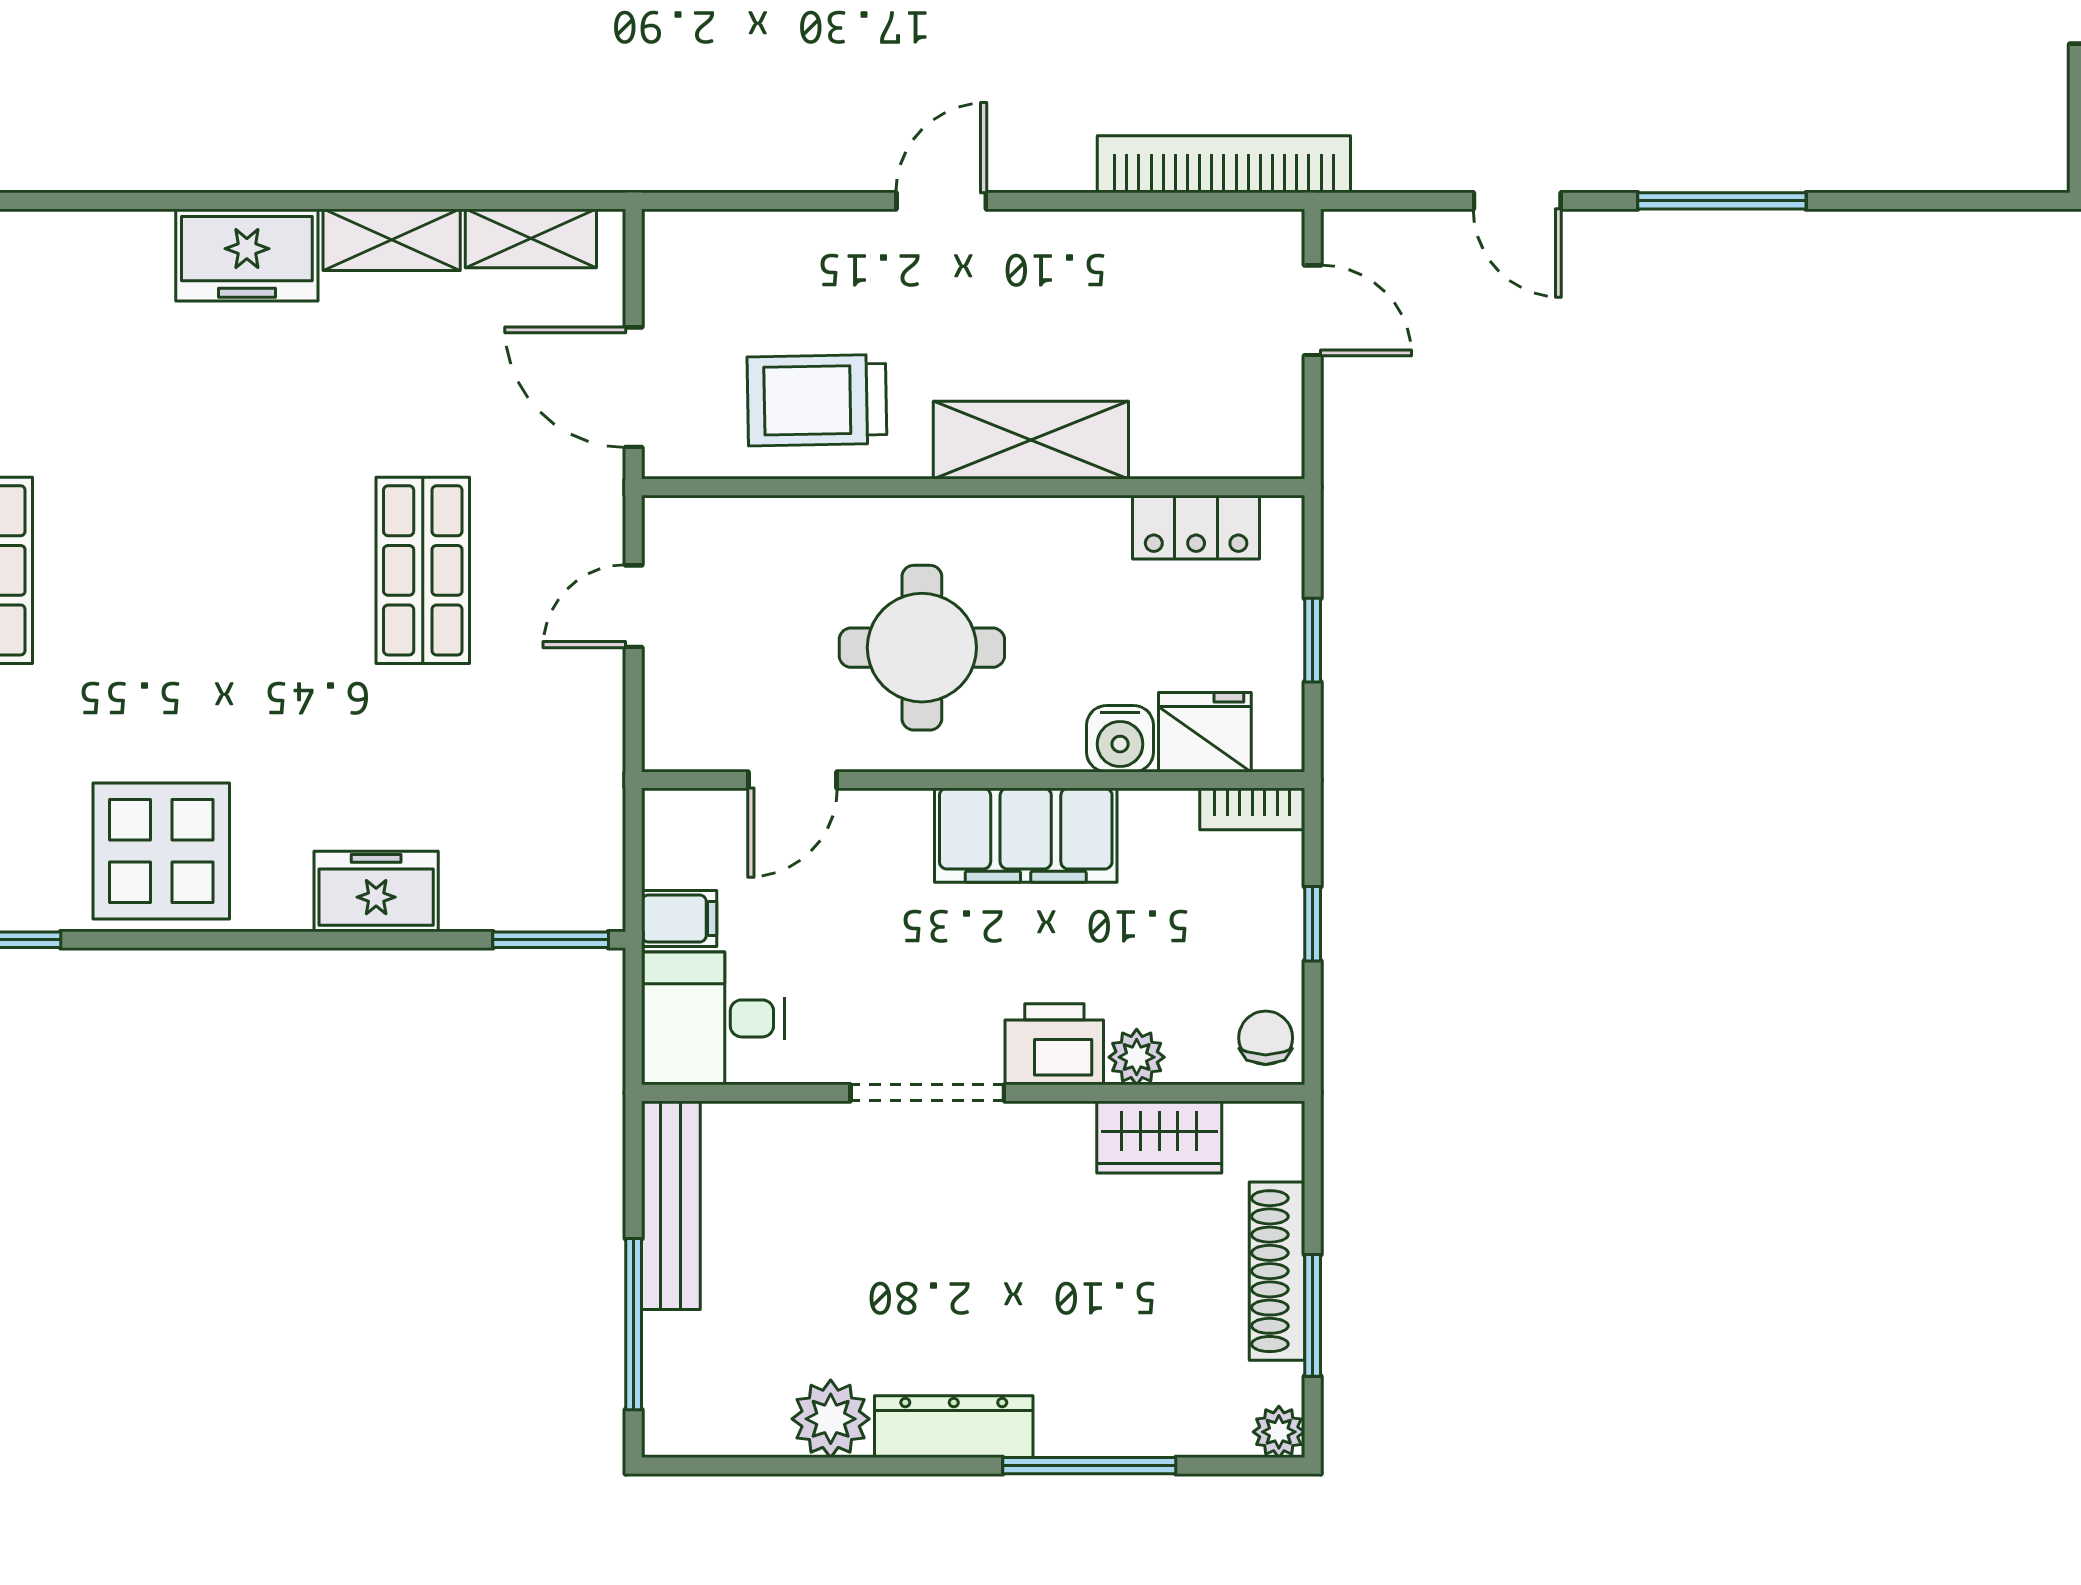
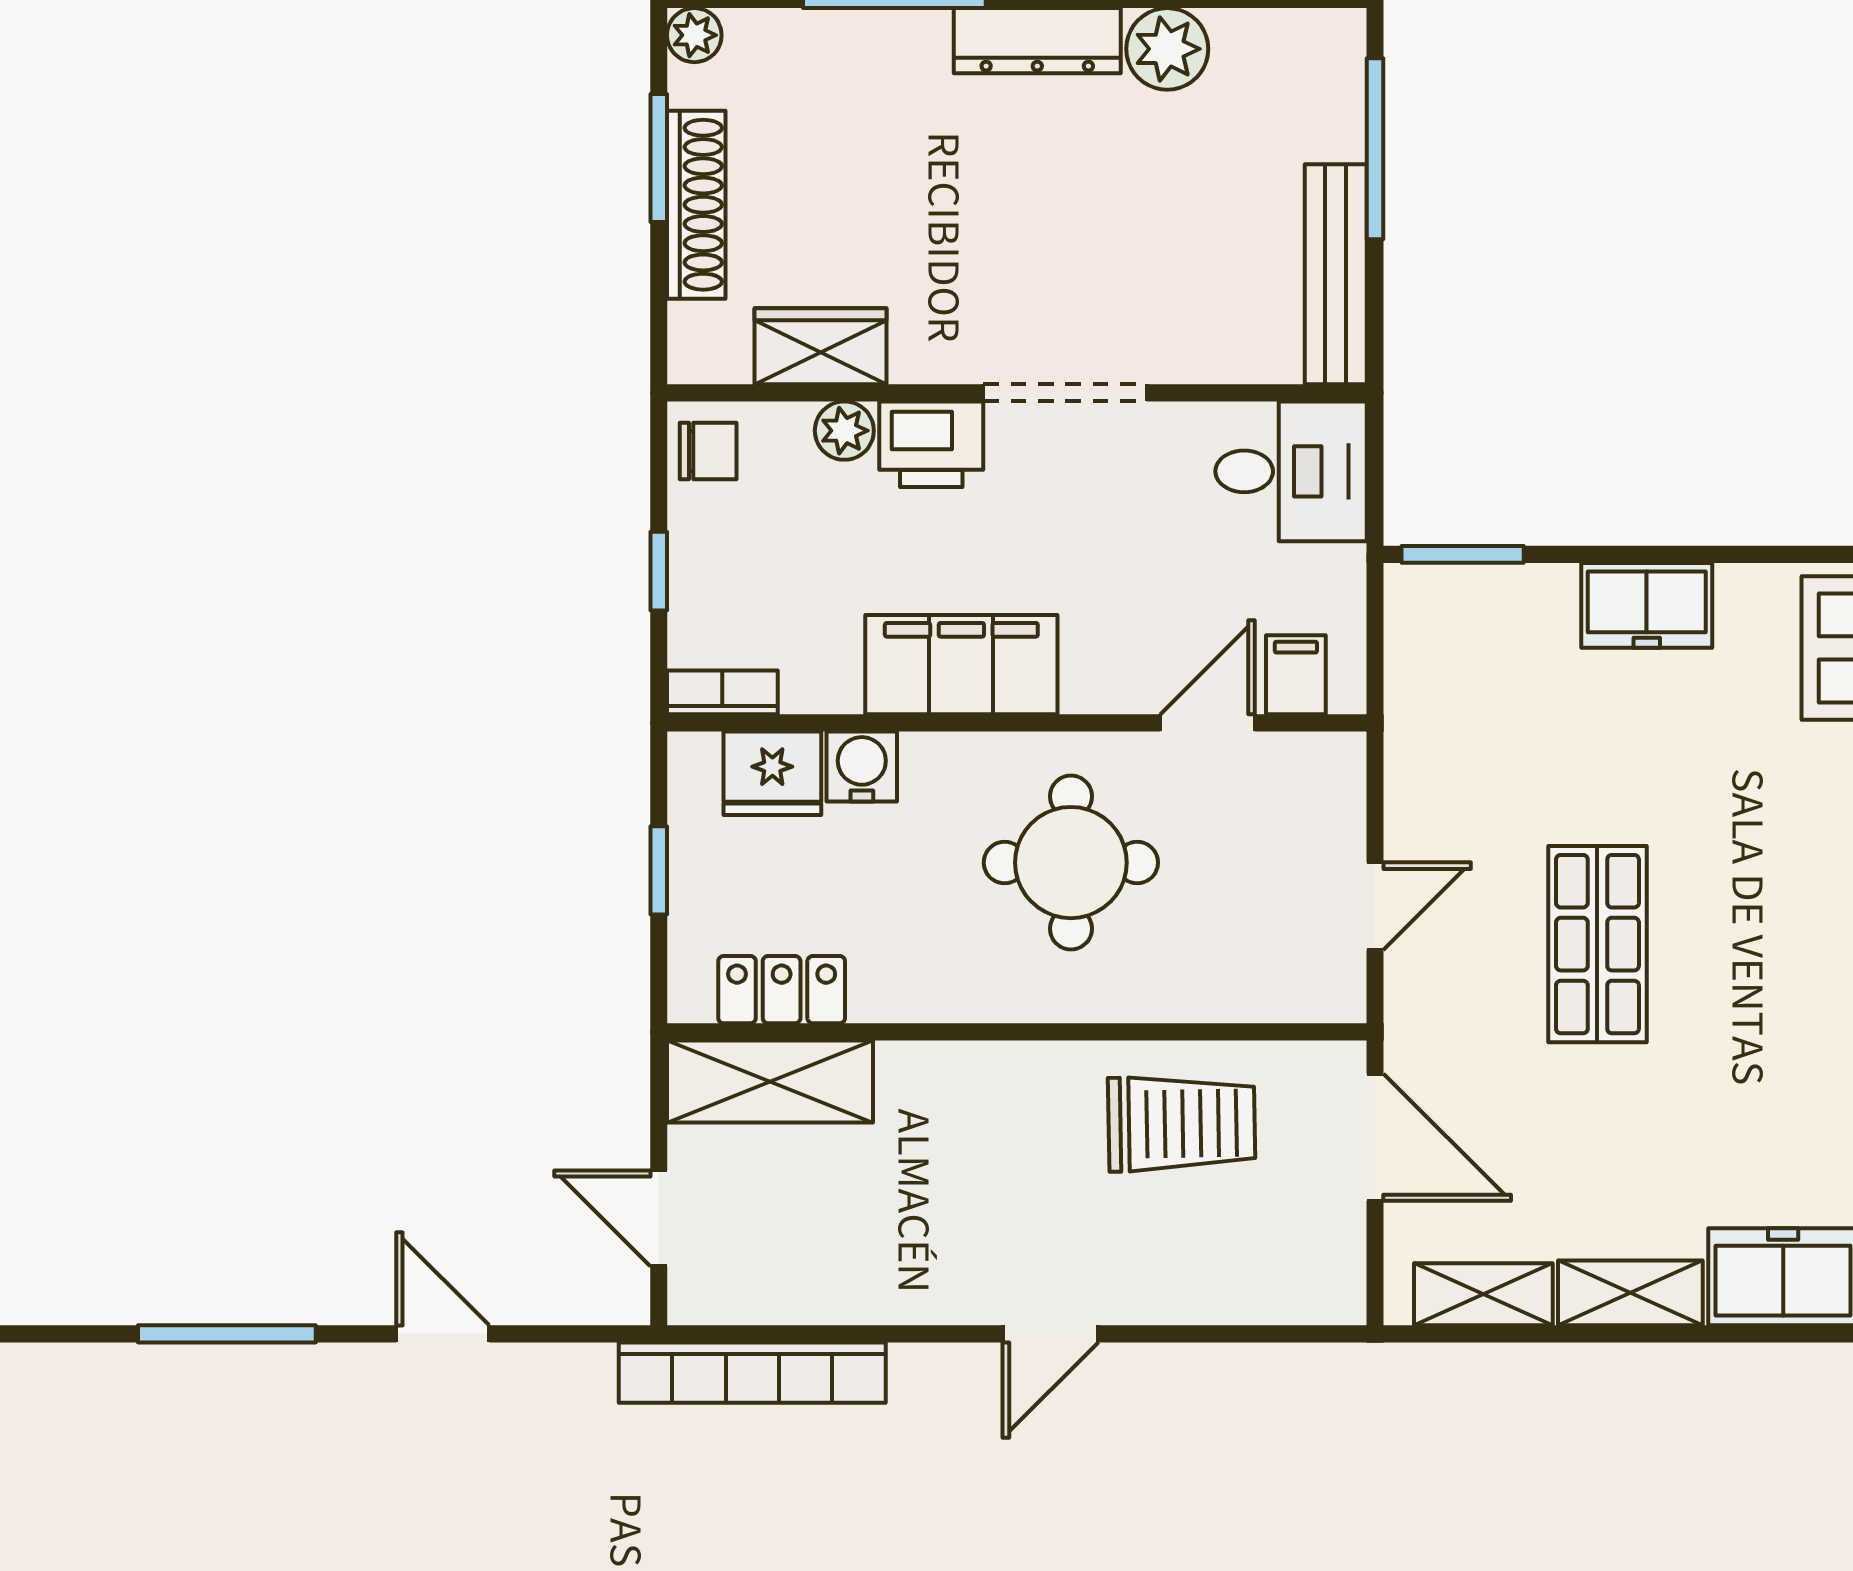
shelving: (1031, 440) -> (770, 1081), moved
filing cabinet: (679, 918) -> (1296, 675), moved, turned 90
chair: (1266, 1038) -> (708, 451), turned -90

